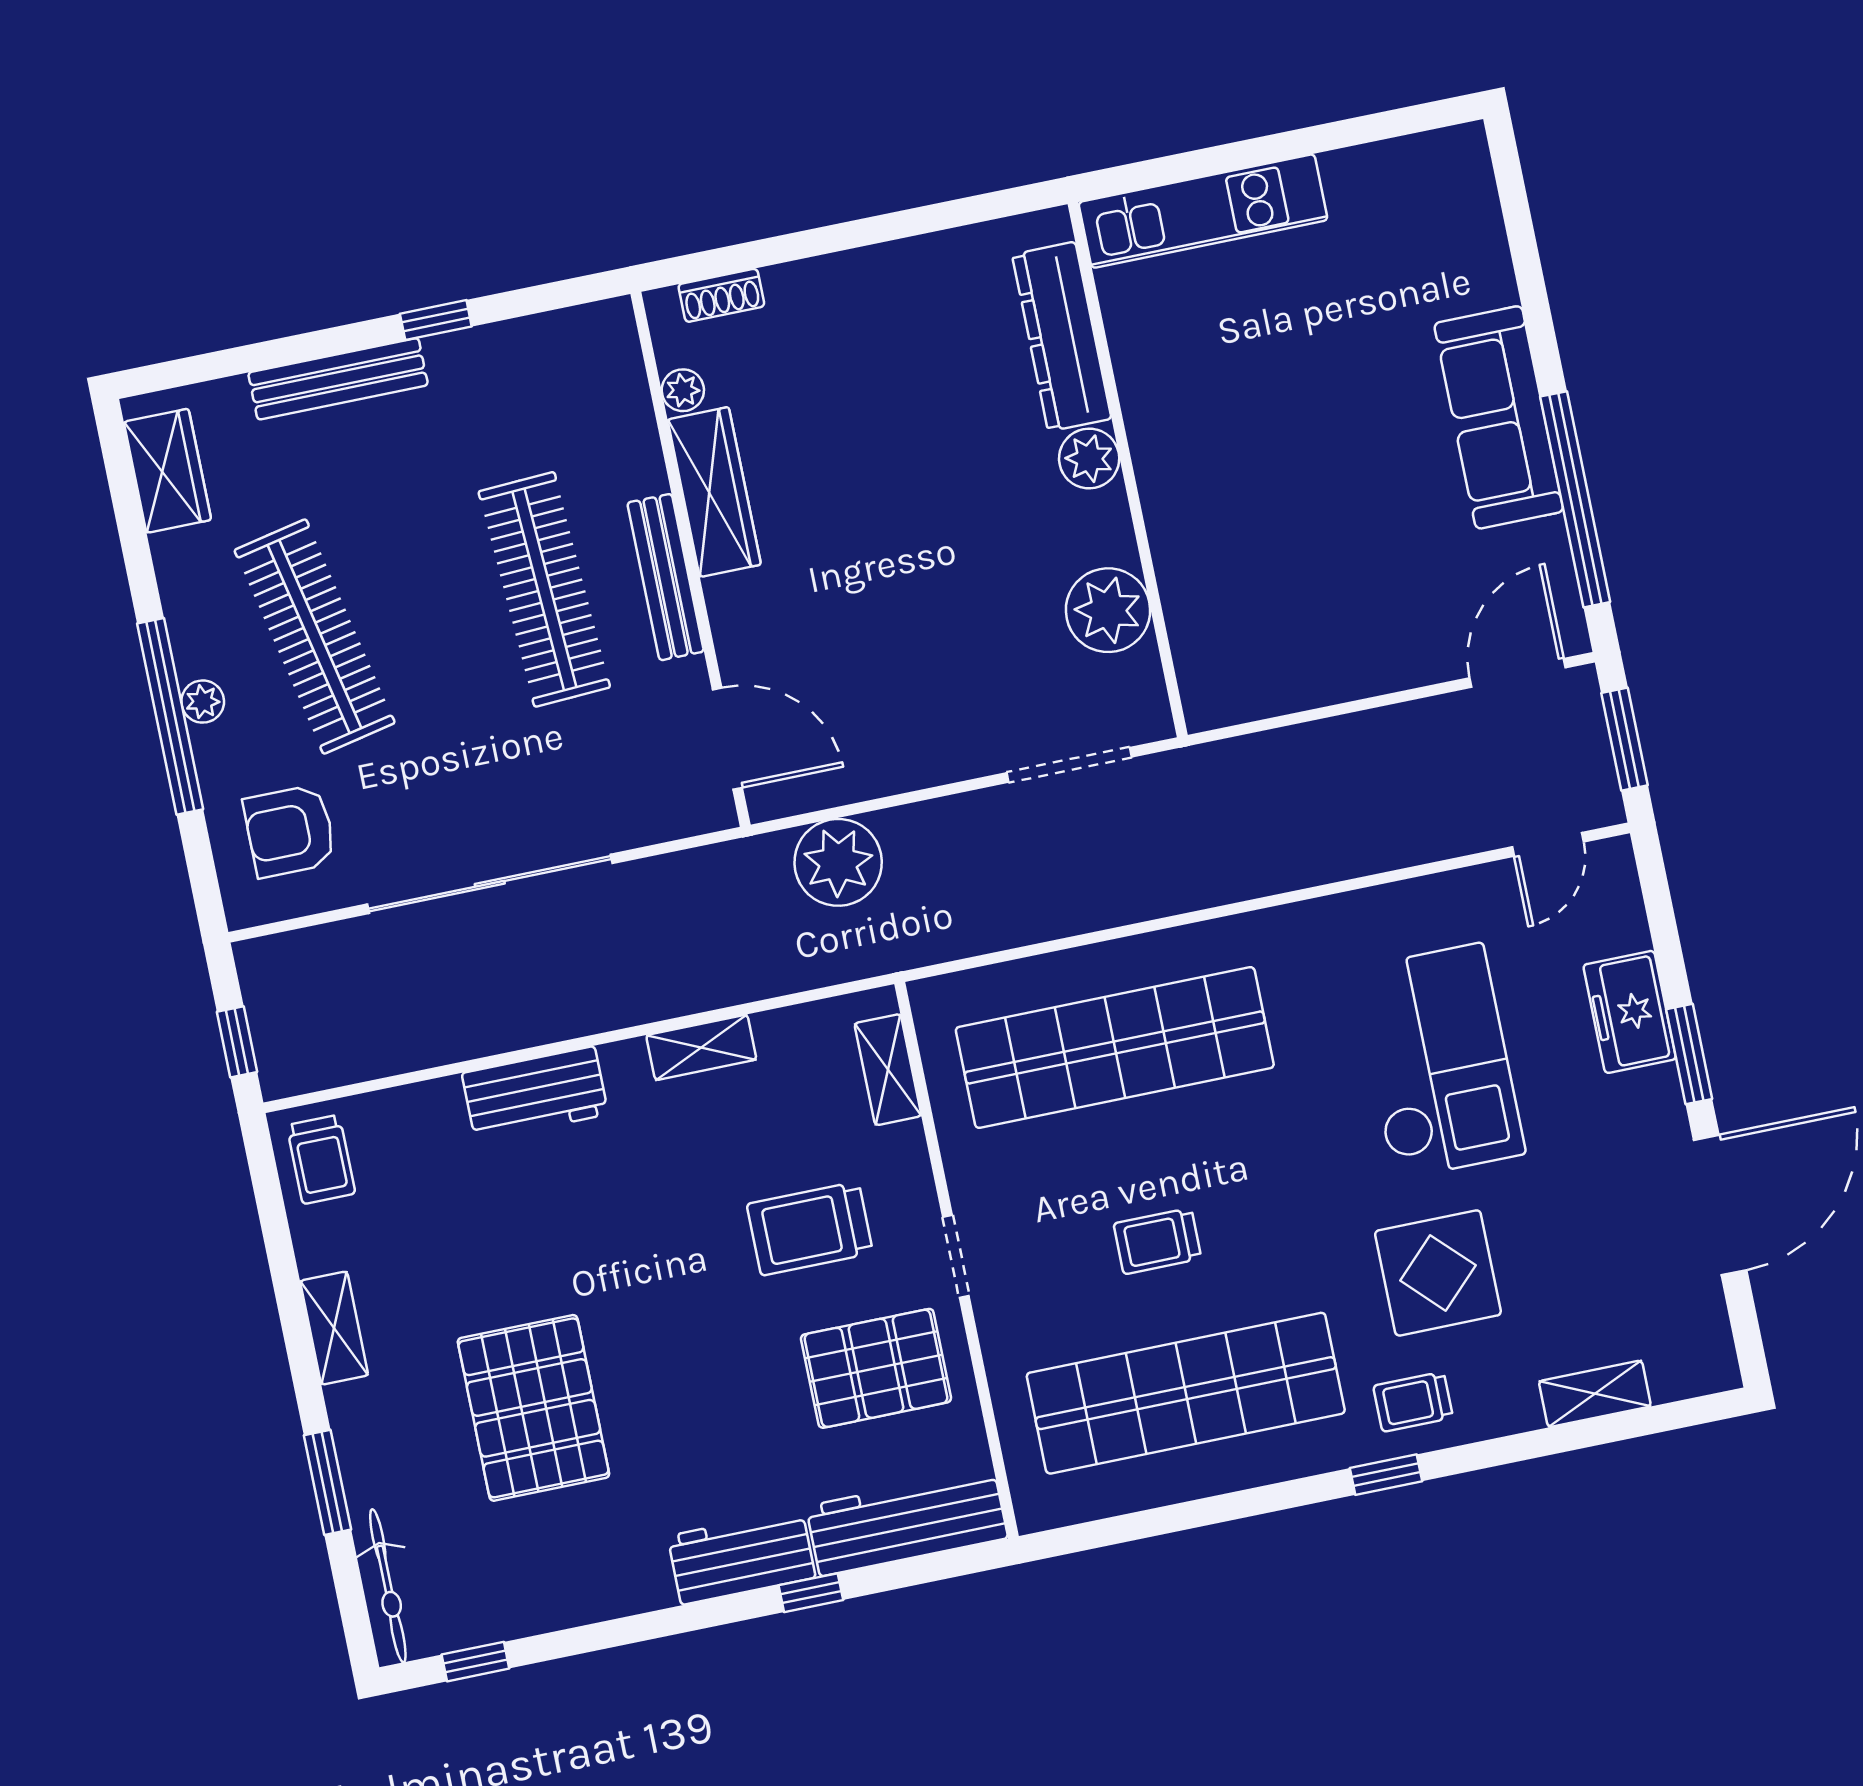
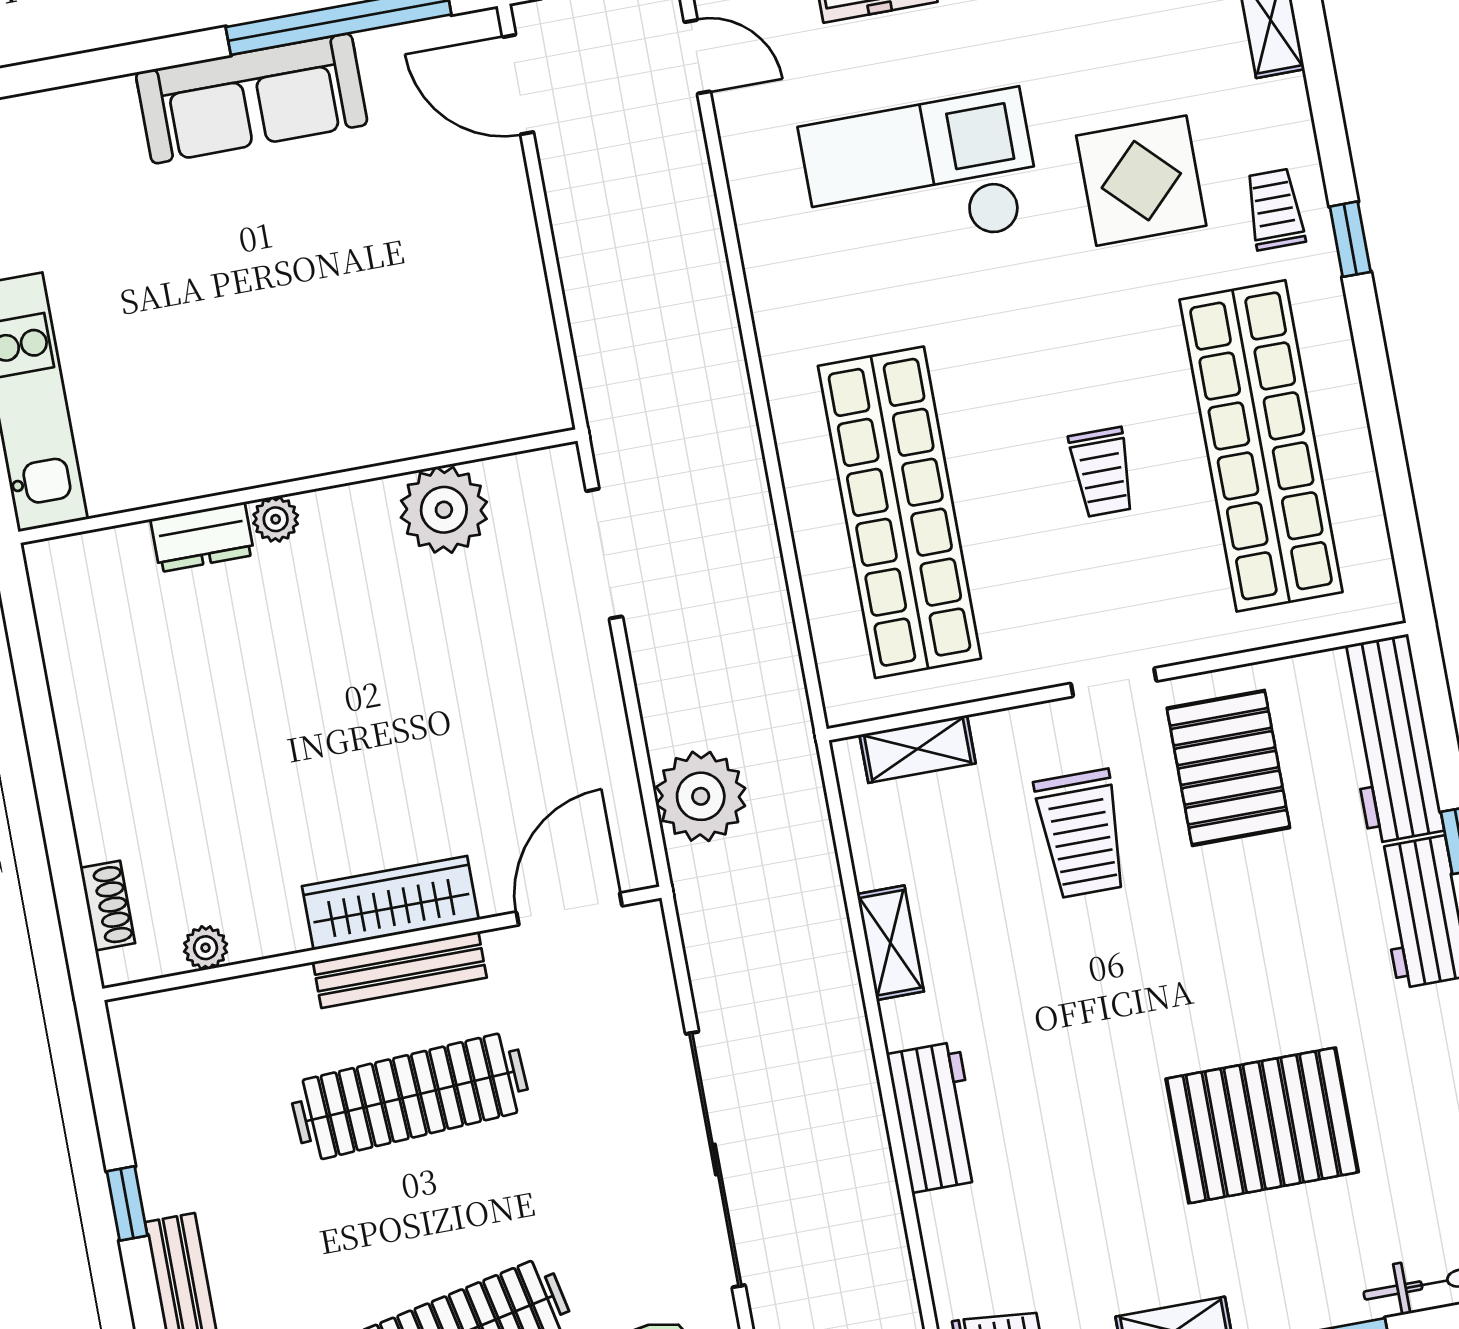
dresser: (1062, 337) -> (202, 537), width x0.51, depth x0.80
plant: (1089, 459) -> (276, 519), width x0.73, depth x0.73
wardrobe: (714, 492) -> (390, 903), moved
trolley: (1413, 1402) -> (1275, 209), turned 180

